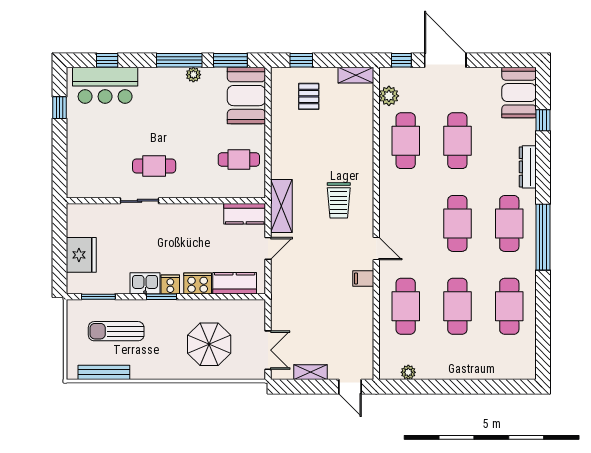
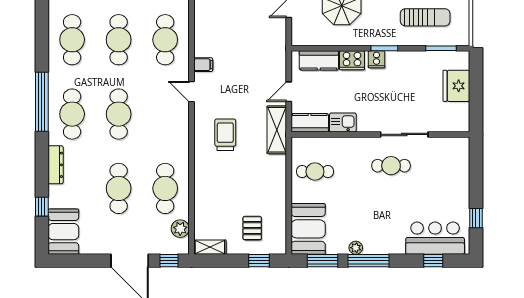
sliding door: (139, 201) -> (404, 134), width x1.37
kitchen sink: (145, 283) -> (343, 122), moved, turned 180

